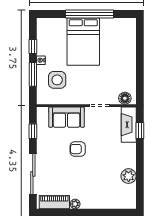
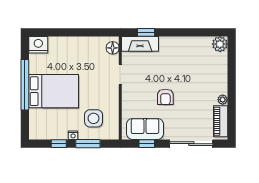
nightstand: (128, 27) -> (38, 45), added
sofa: (67, 117) -> (145, 129), moved, turned -90
plant: (129, 176) -> (220, 44), moved

